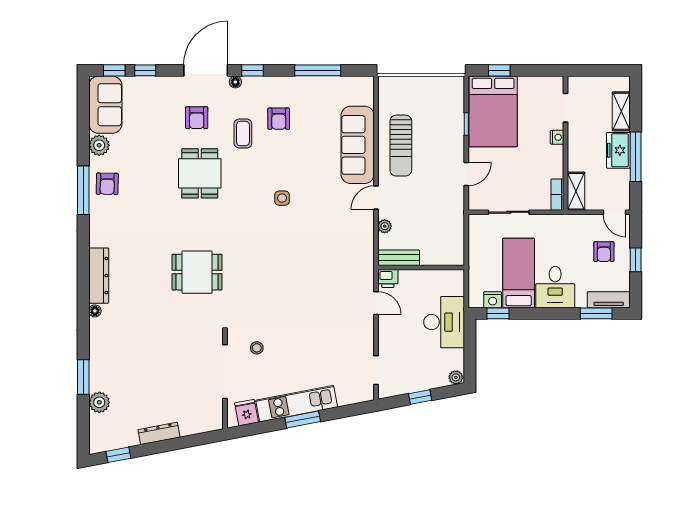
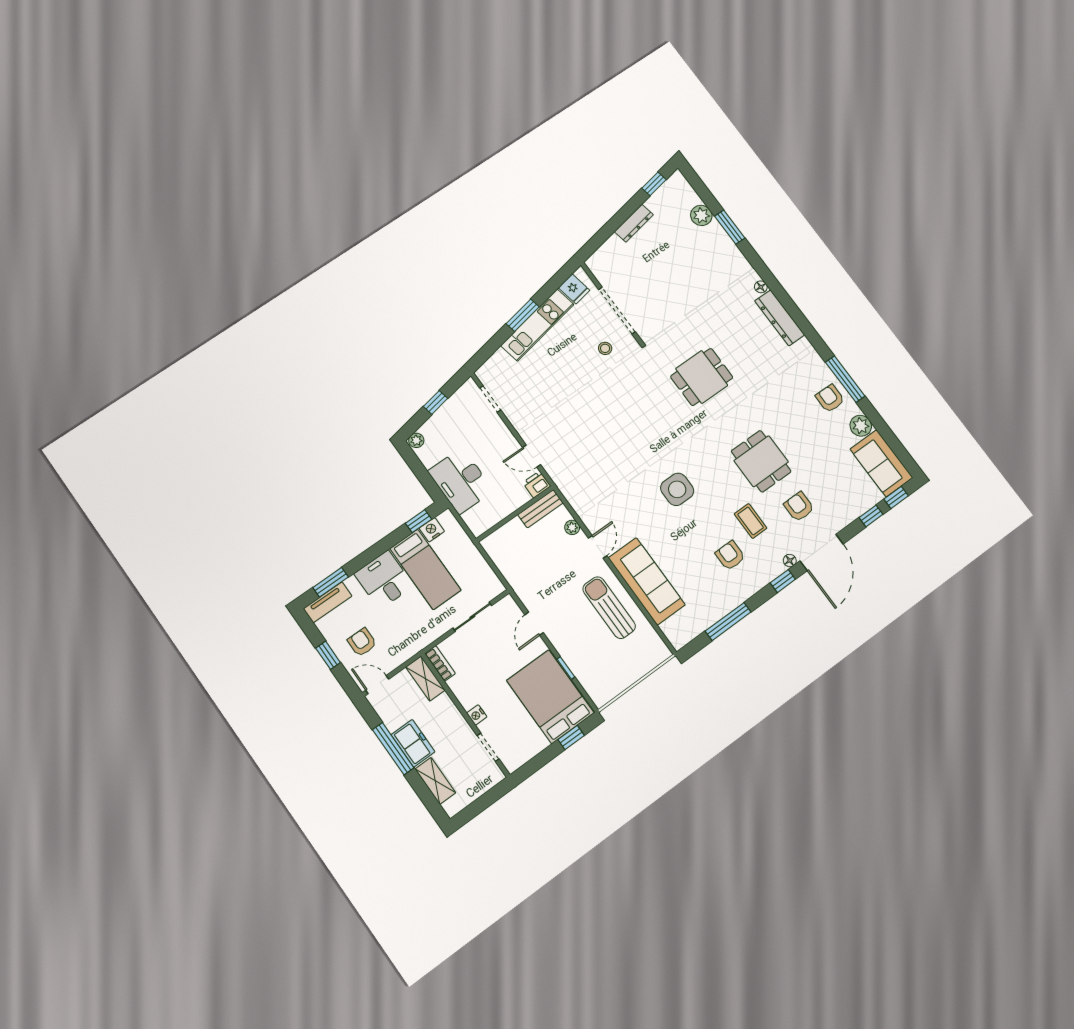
side table: (282, 198) -> (677, 489), width x1.87, depth x1.87

